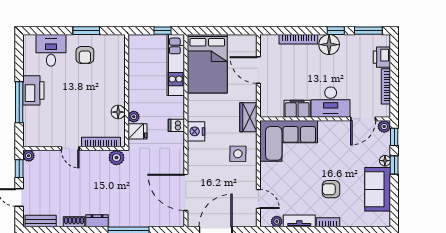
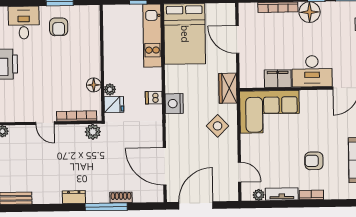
side table: (238, 154) -> (218, 126), turned 45
shoe rack: (74, 222) -> (121, 197), moved

